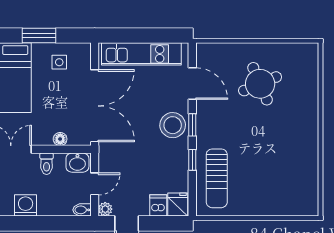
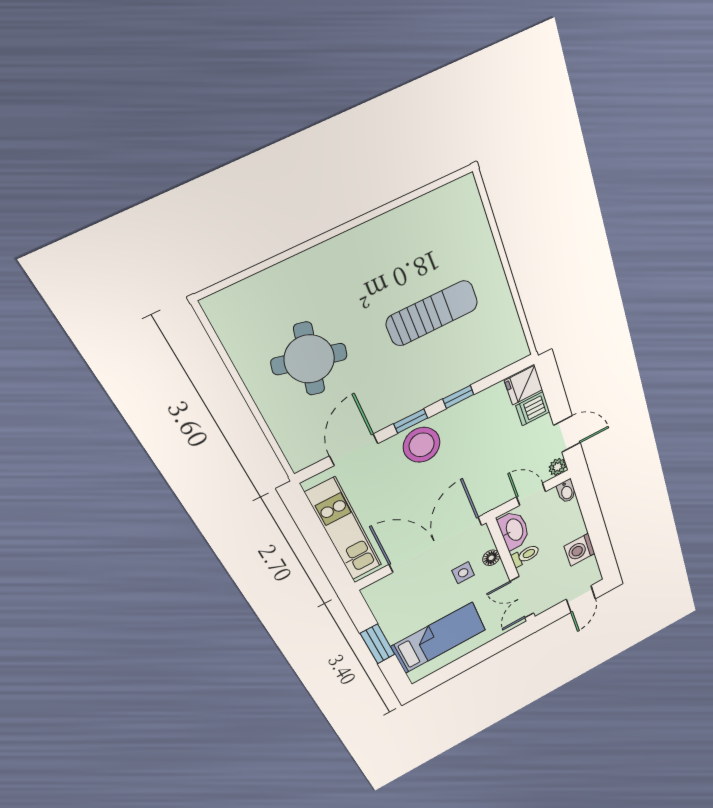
side table: (59, 62) -> (463, 573), moved
round table: (260, 84) -> (309, 359), turned 37
washbasin: (77, 163) -> (514, 530), width x1.38
sun lounger: (217, 178) -> (432, 313), moved

